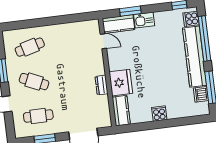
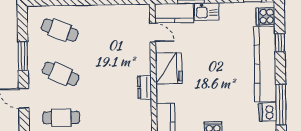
window: (204, 38) -> (280, 43), width x0.32
cafe table: (30, 47) -> (60, 30), turned 36
fridge: (121, 83) -> (169, 68), moved

